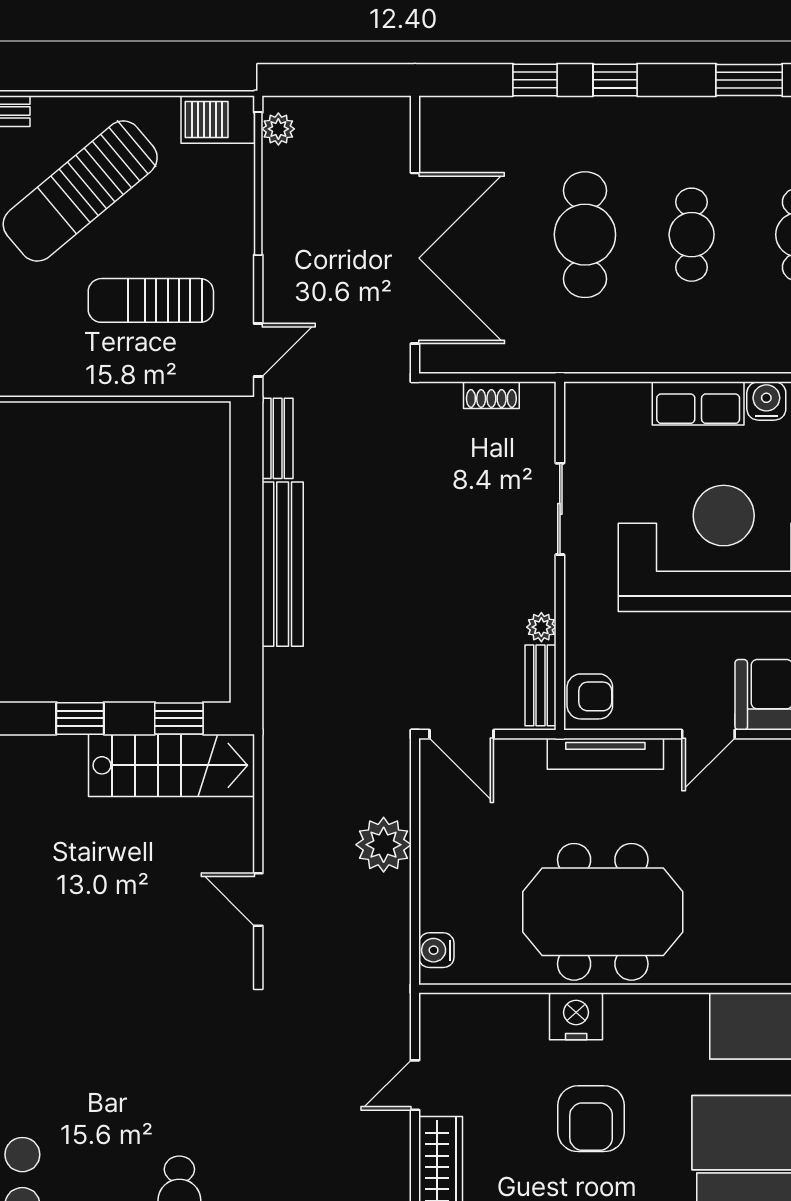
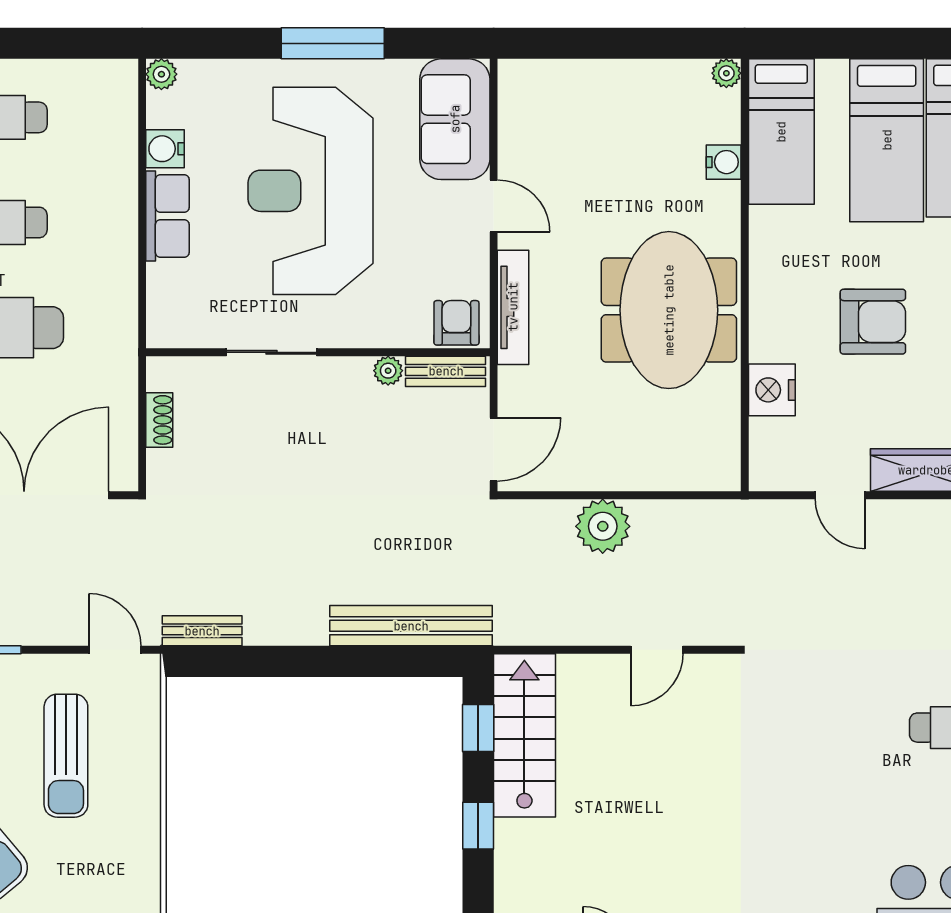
bench: (283, 564) -> (411, 626), moved
water cooler: (436, 950) -> (724, 162), moved, turned -90
nightstand: (576, 1016) -> (772, 390), moved

